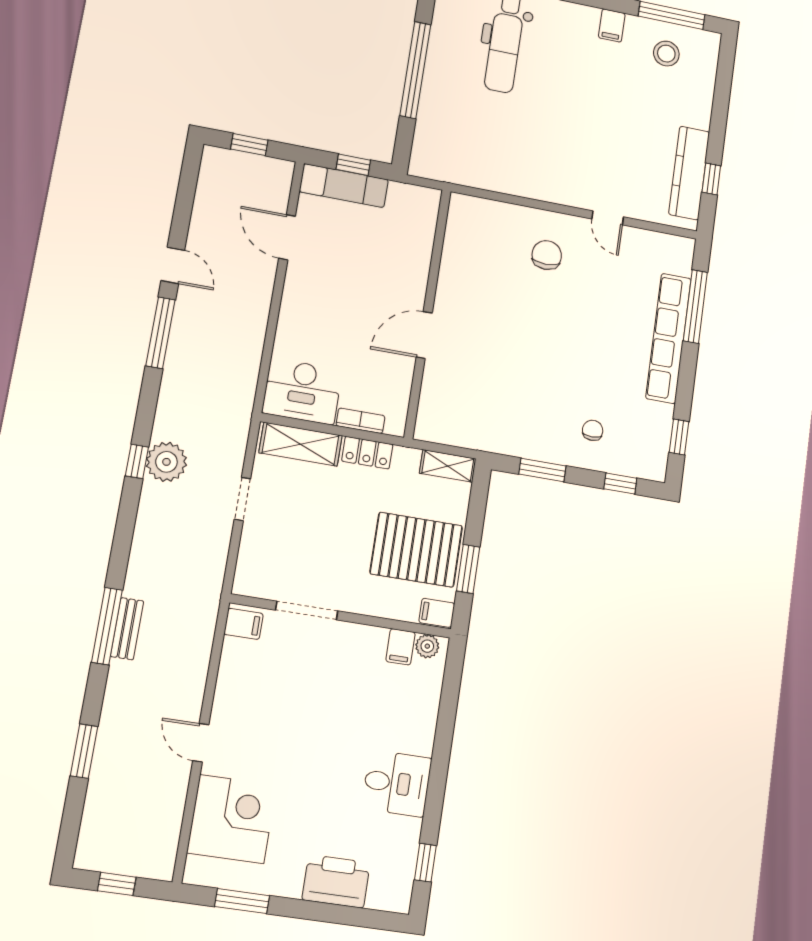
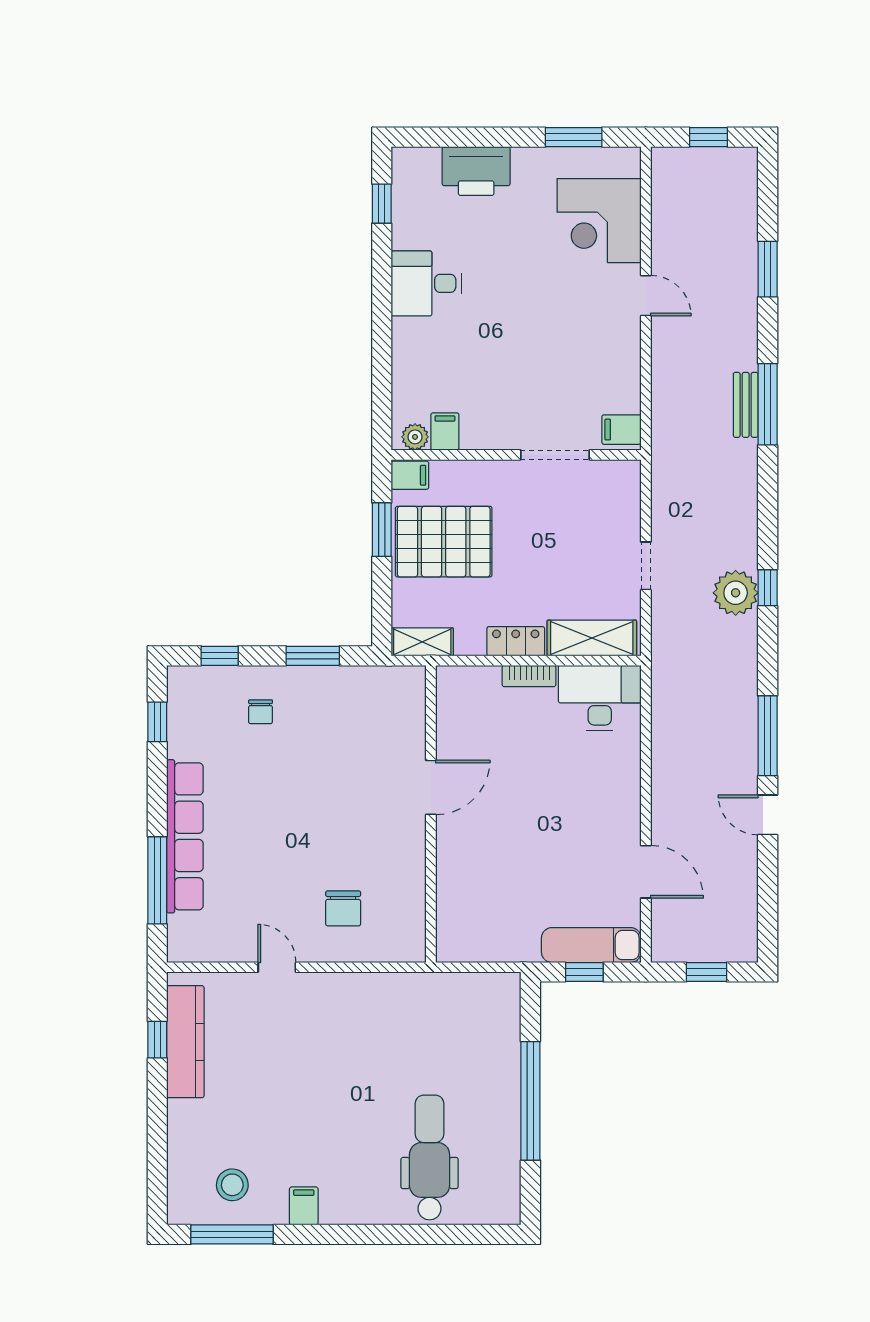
wall: (428, 313) -> (431, 814), moved
door: (424, 335) -> (431, 787), moved

